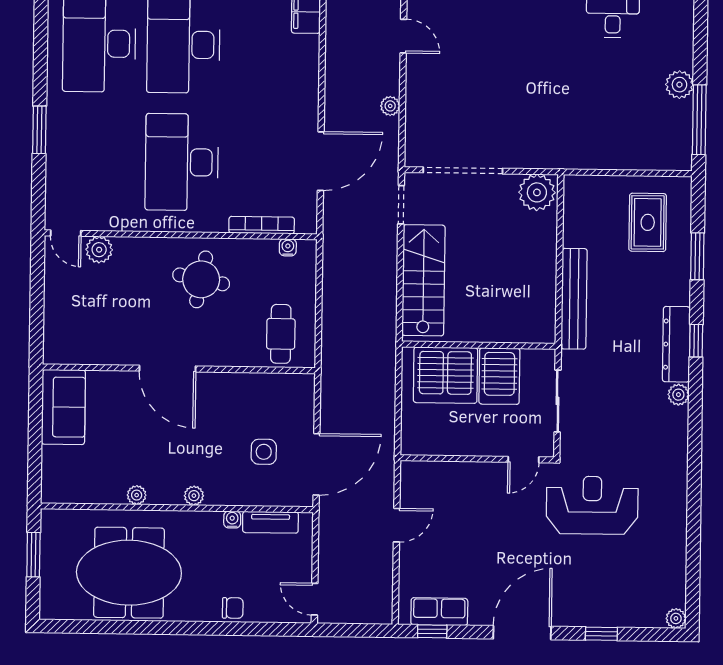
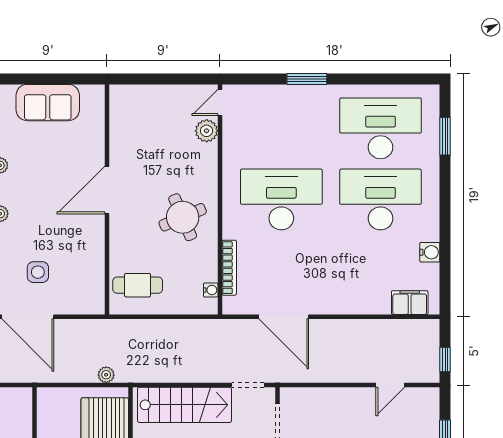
plant: (390, 106) -> (106, 375), moved
round table: (201, 279) -> (183, 217), turned -34
sofa: (63, 407) -> (48, 103), moved

